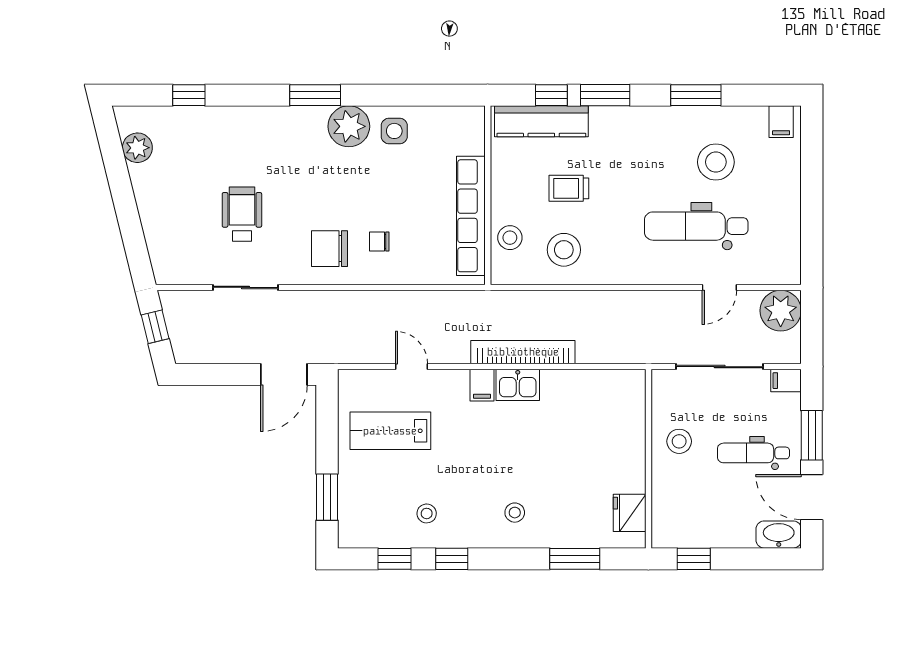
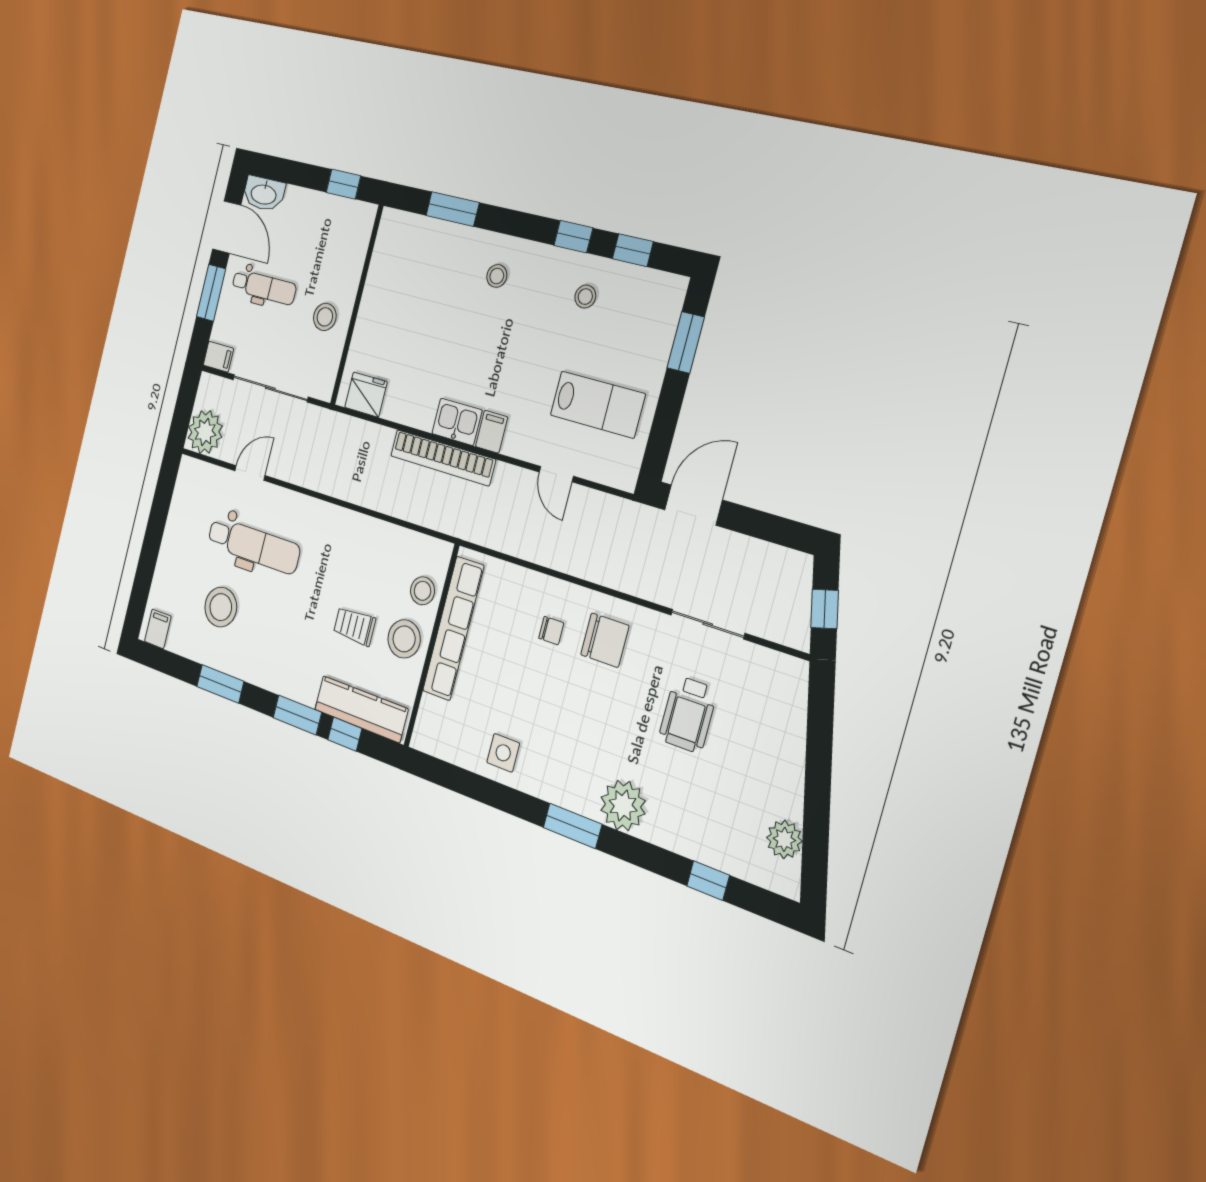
plant: (349, 126) -> (623, 806), moved
trolley: (569, 188) -> (355, 626), turned 180
stool: (564, 250) -> (404, 639), moved
fridge: (630, 513) -> (366, 395), moved, turned -90

